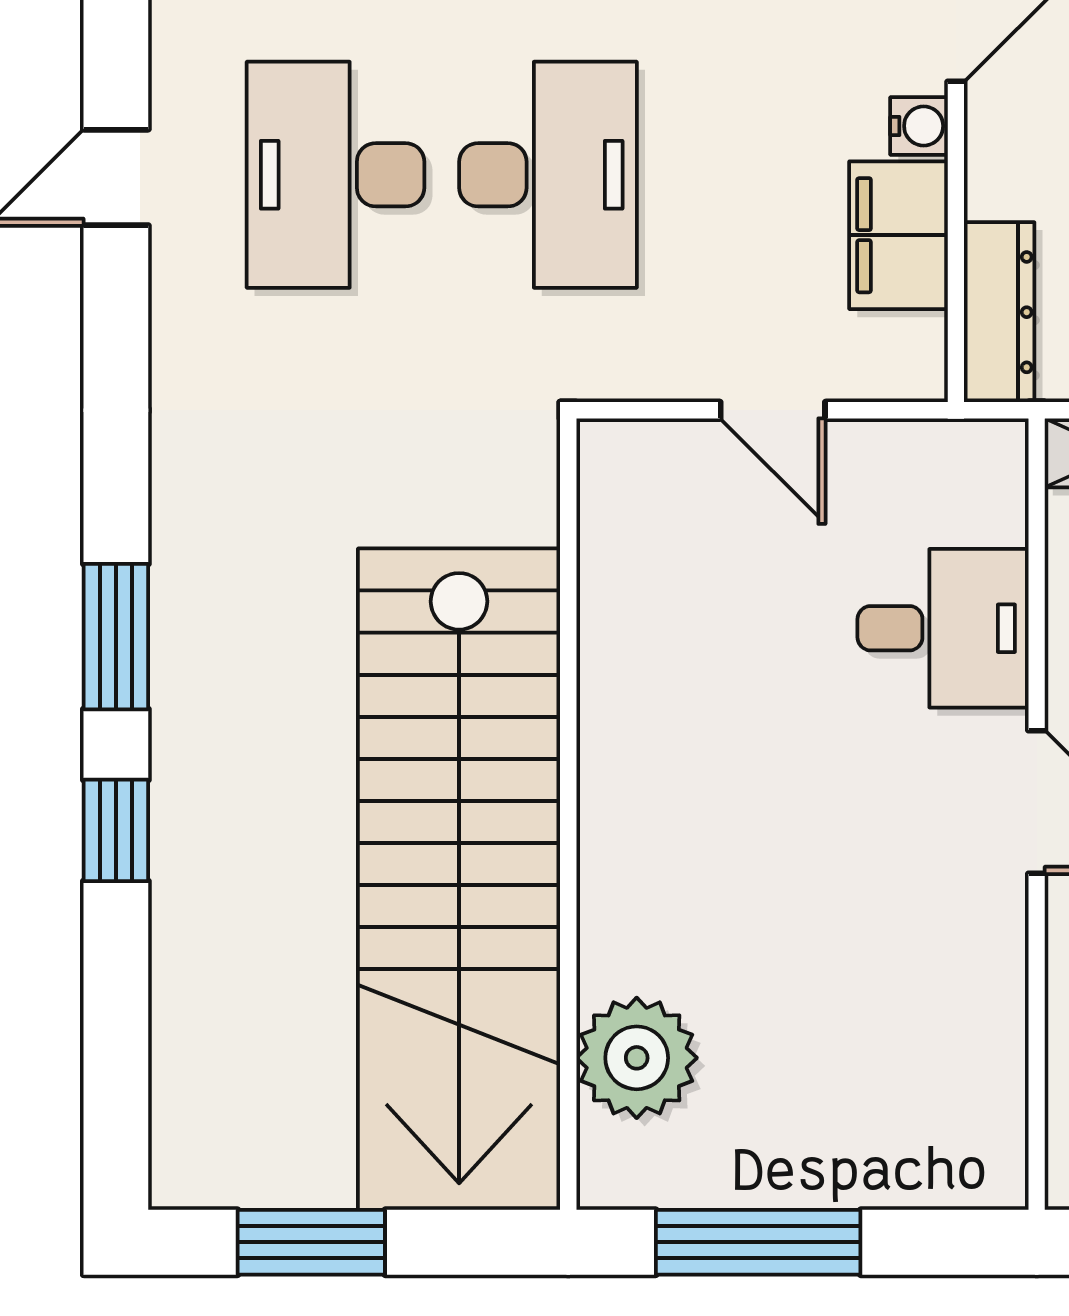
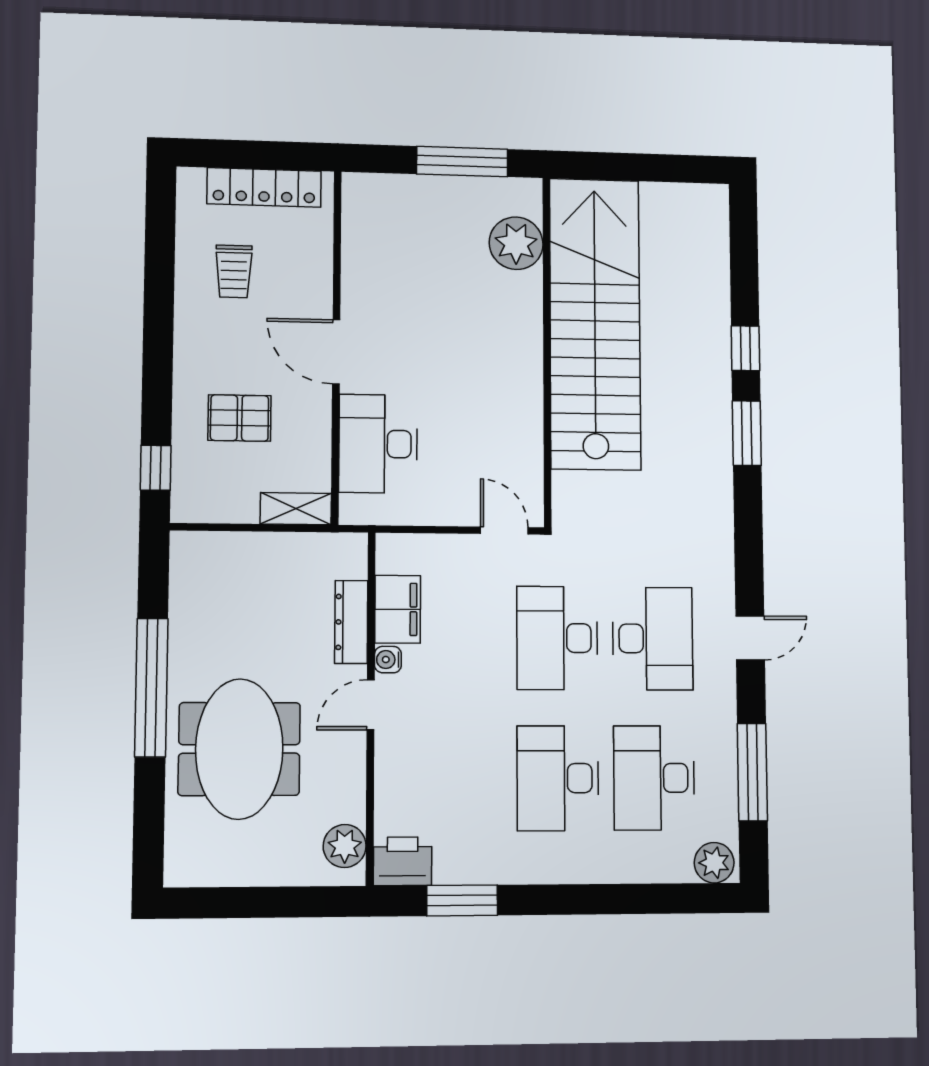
dresser: (999, 312) -> (351, 622), moved
door: (773, 410) -> (504, 531), moved
desk: (943, 628) -> (378, 444), width x1.37
window: (311, 1242) -> (658, 168), removed

